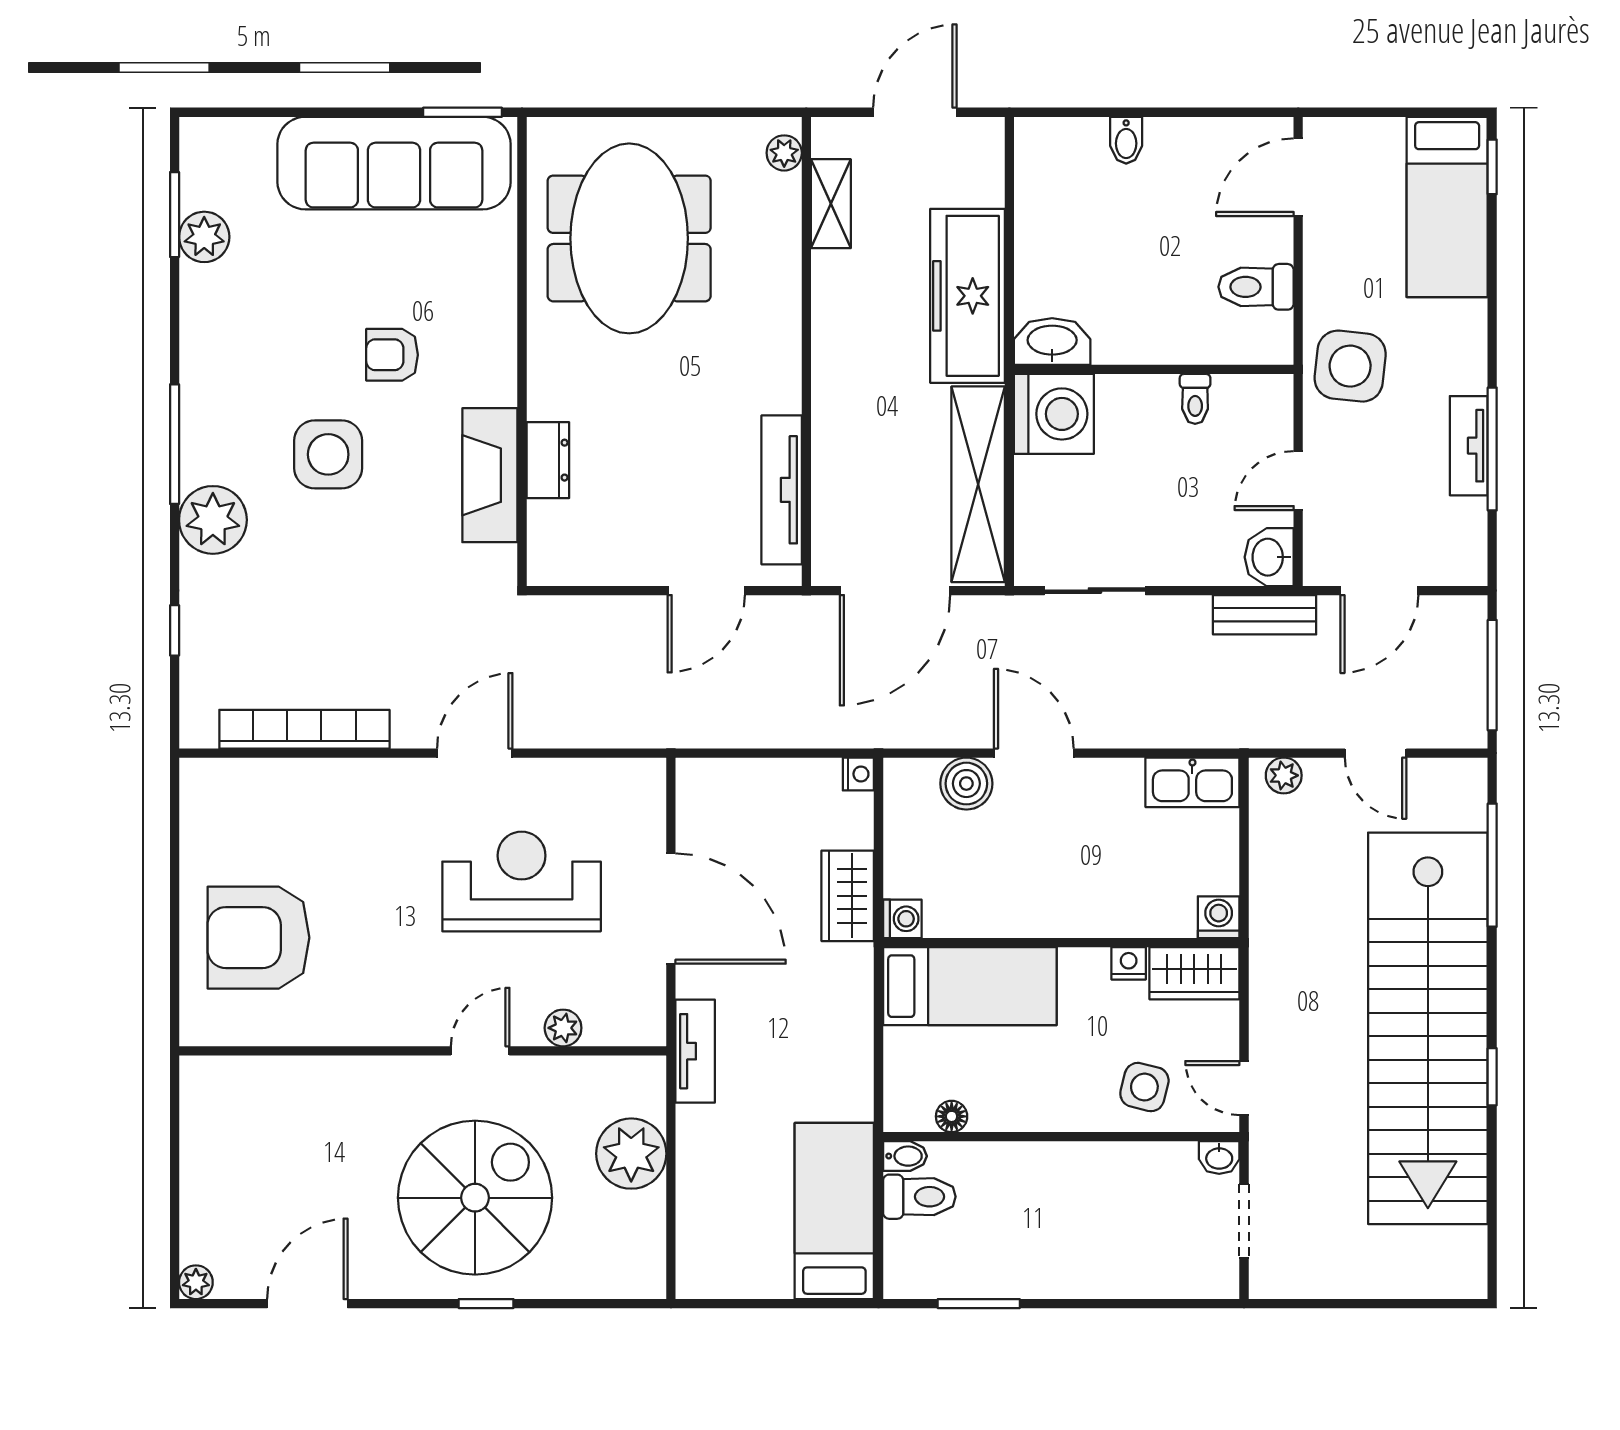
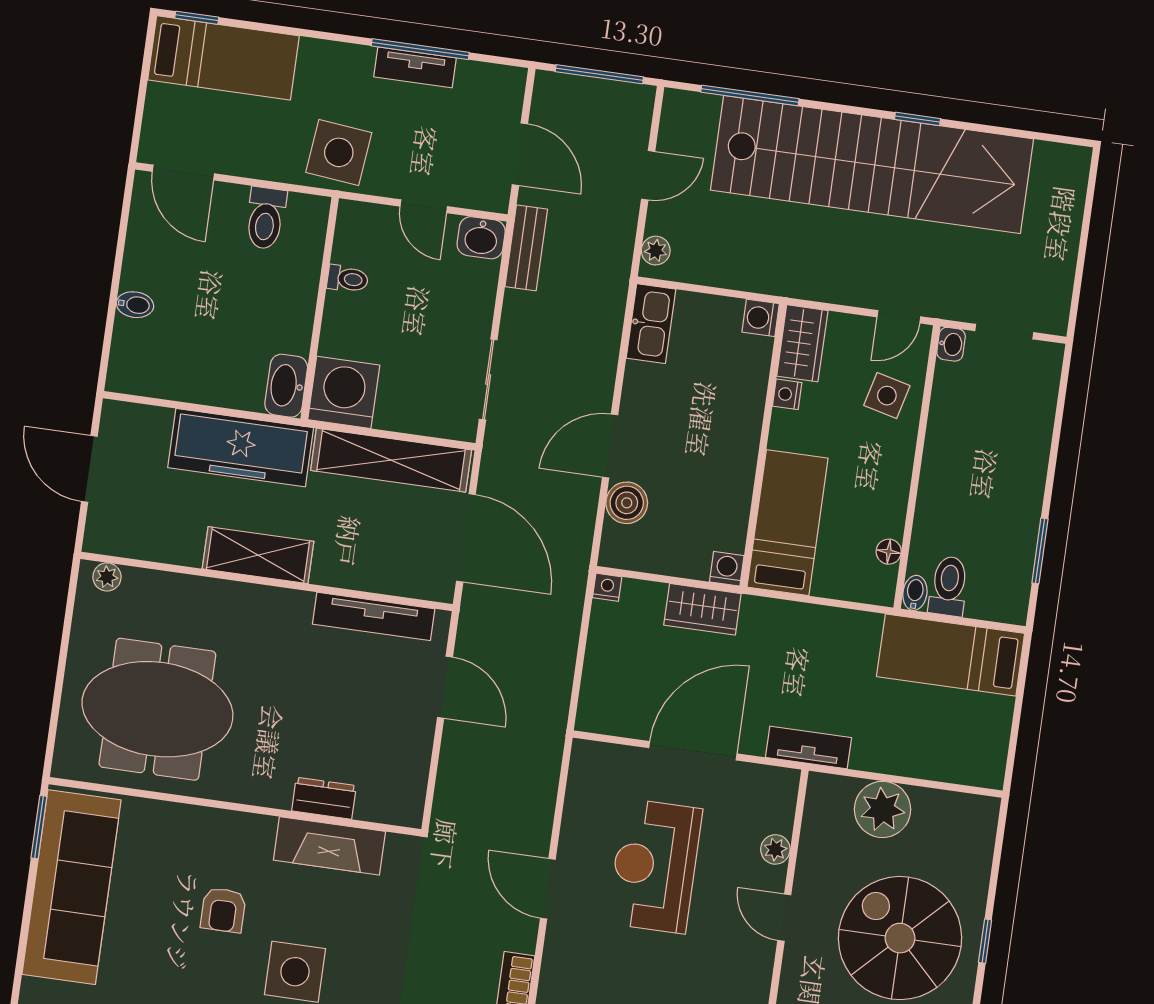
shelving: (831, 204) -> (258, 555), moved, width x1.50, depth x1.33

